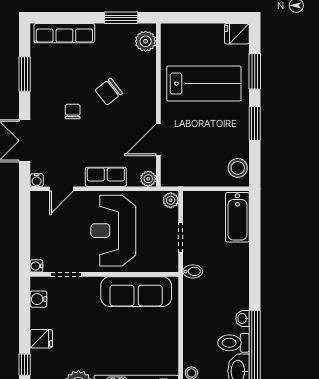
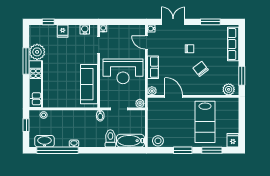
reception desk: (113, 231) -> (123, 71), turned 180
toilet: (234, 343) -> (110, 138), moved

